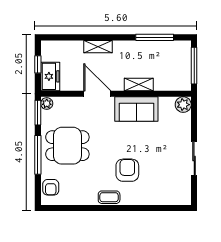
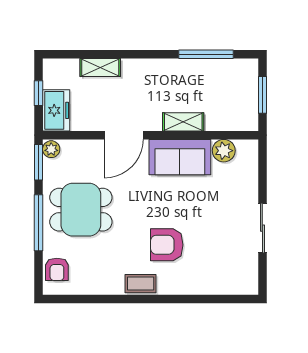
shelving: (98, 47) -> (100, 68), moved
window: (194, 66) -> (262, 95), width x0.69
door: (97, 94) -> (124, 135), swing flipped
plant: (183, 105) -> (224, 151), moved
armchair: (127, 170) -> (167, 245), turned -90

